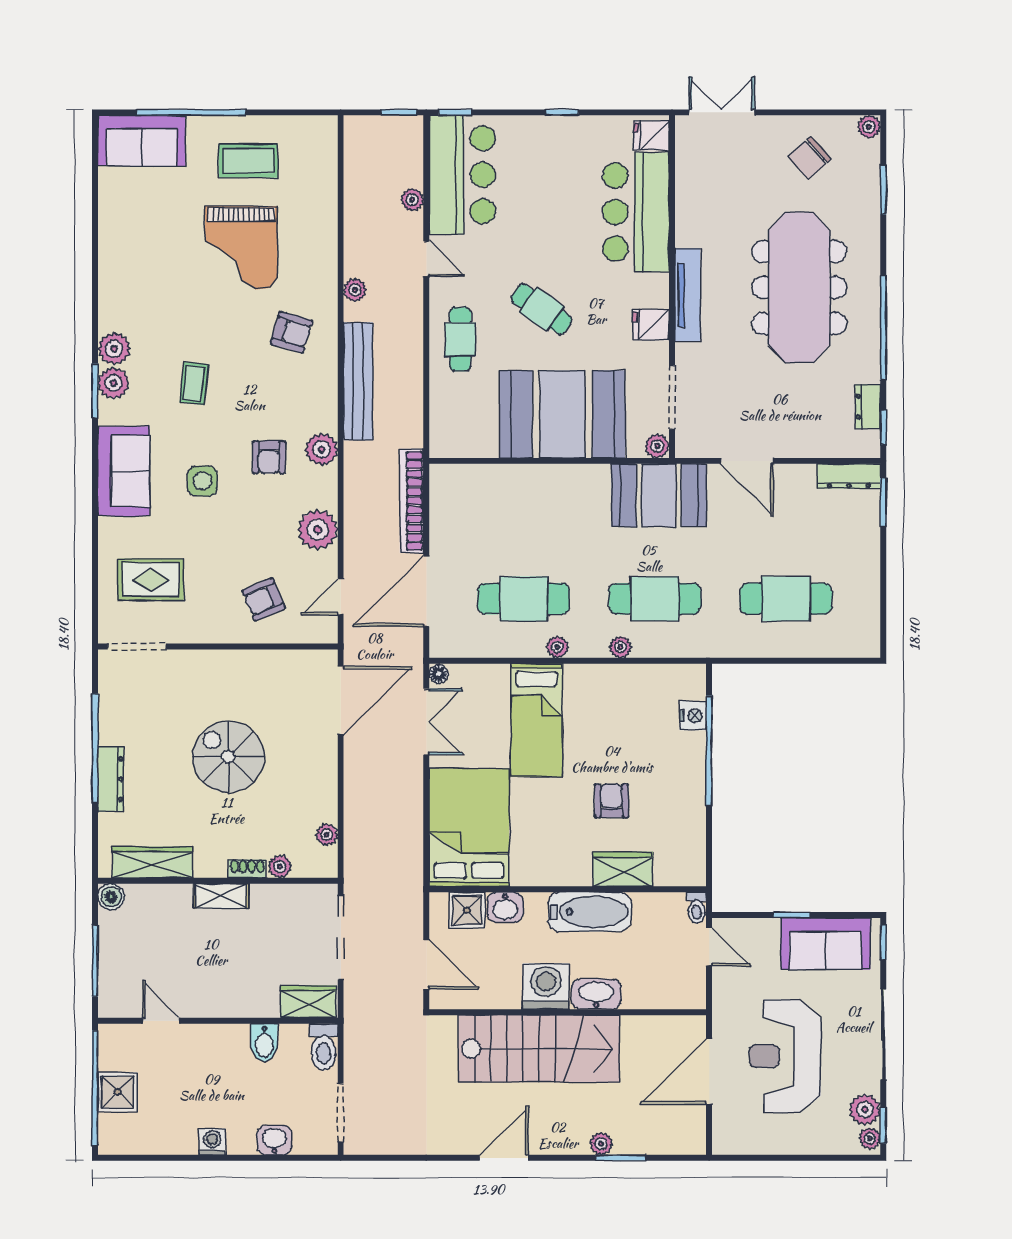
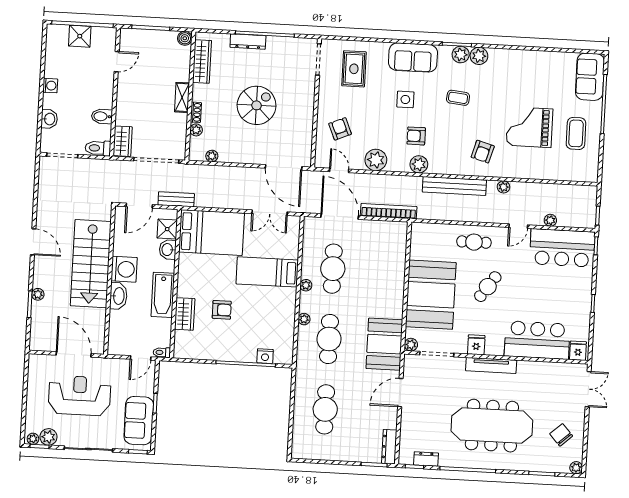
floor lamp: (439, 674) -> (295, 221), removed
bench: (411, 896) -> (176, 199), added

